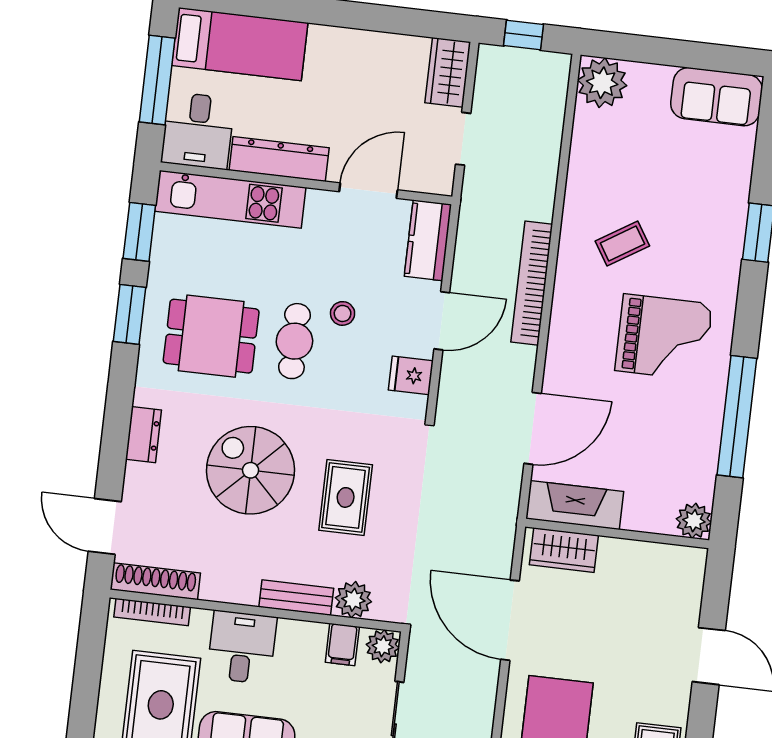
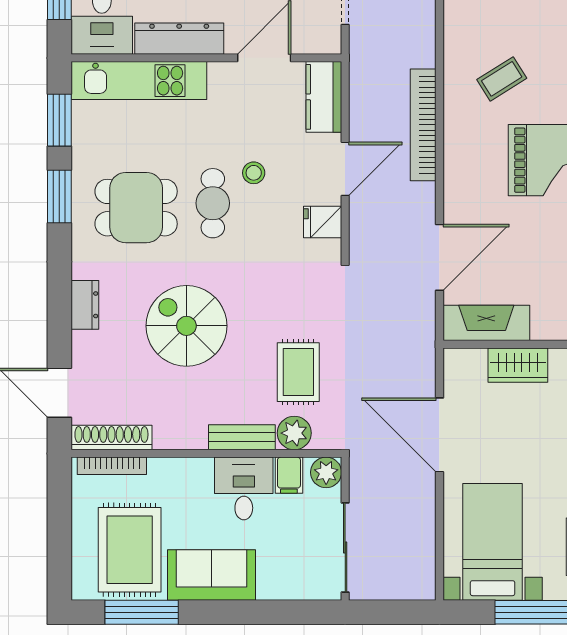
rug: (346, 497) -> (298, 372), moved
wardrobe: (564, 550) -> (518, 365), moved
desk: (242, 647) -> (244, 488), moved

